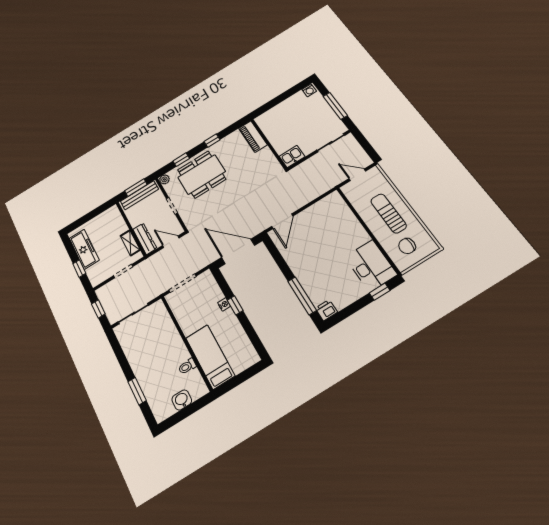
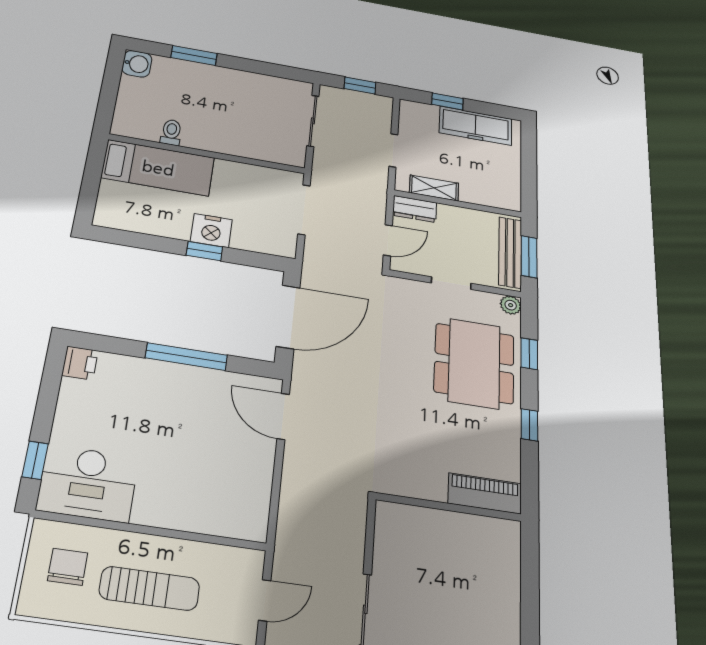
kitchen sink: (292, 156) -> (392, 525), removed
dresser: (145, 239) -> (415, 209), width x0.70
window: (302, 296) -> (186, 357), moved
nightstand: (224, 304) -> (211, 231), width x1.89, depth x1.79
washbasin: (182, 400) -> (137, 64), moved

